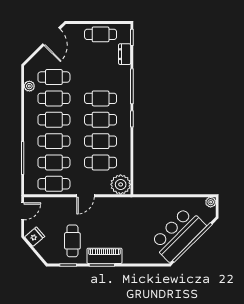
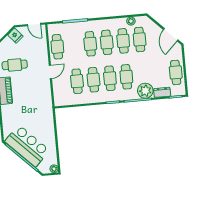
door: (51, 37) -> (171, 35), hinge flipped
cafe table: (54, 162) -> (74, 45), removed
plant: (121, 184) -> (145, 91), moved
door: (85, 196) -> (50, 72), swing flipped

